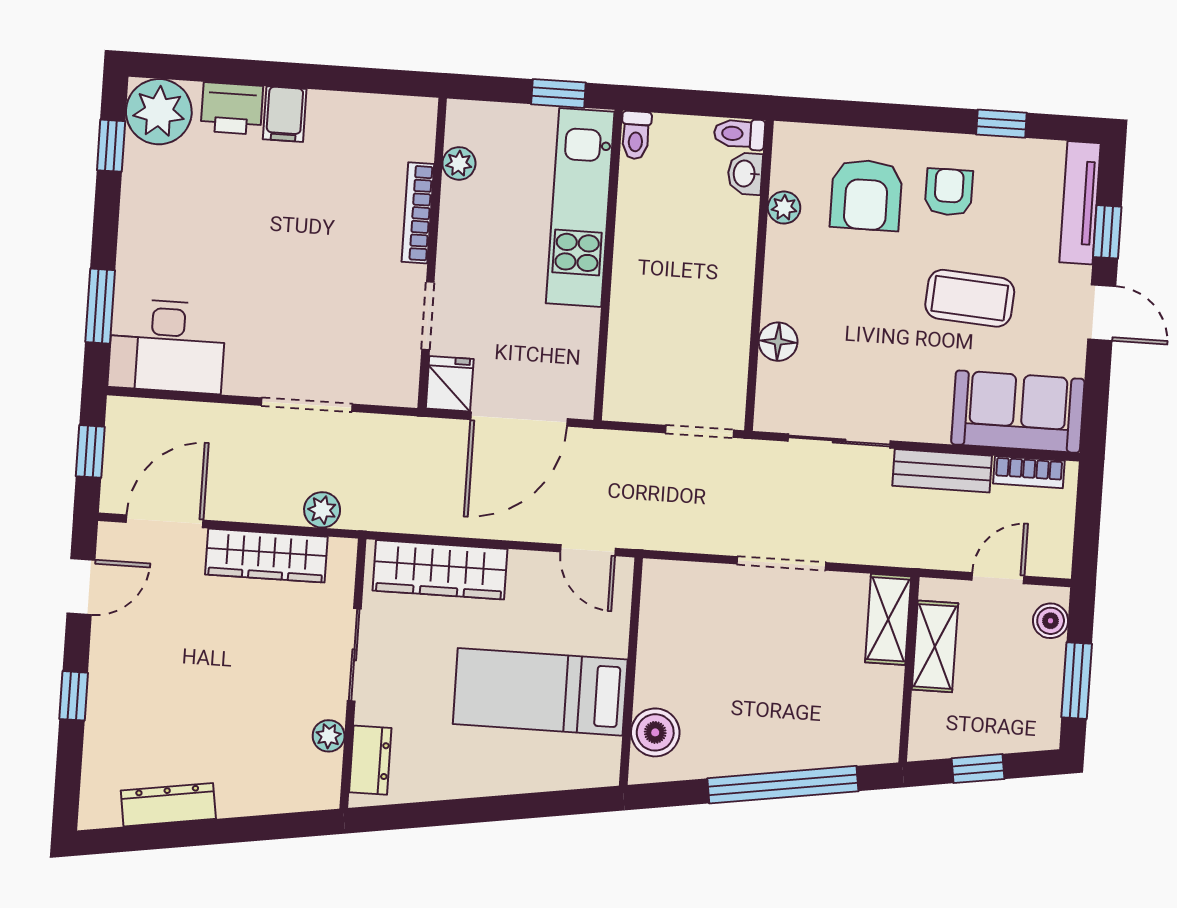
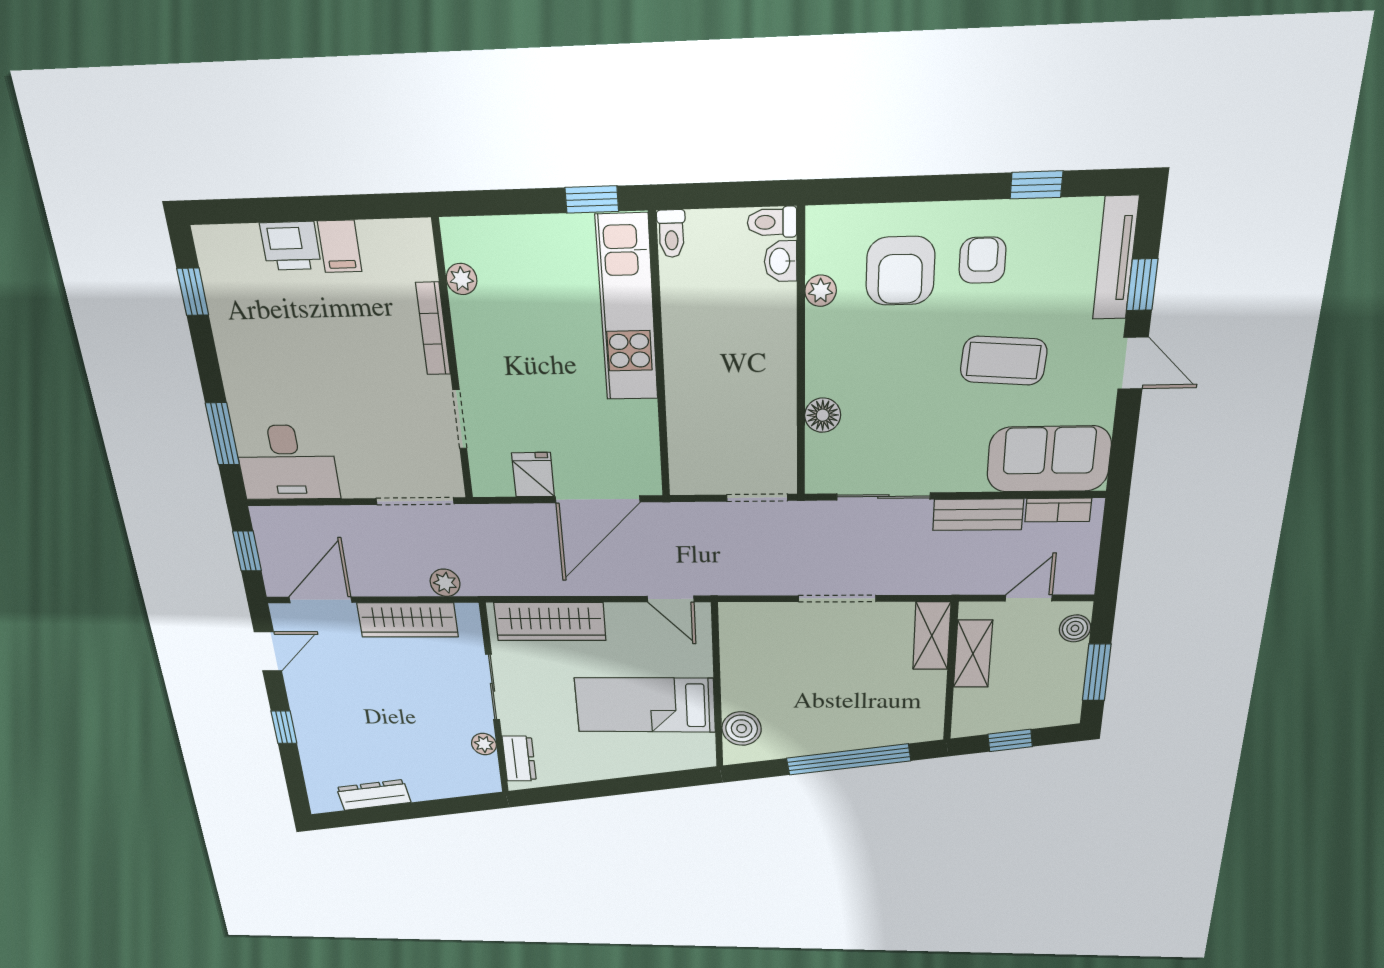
plant: (159, 112) -> (226, 256), removed
plant: (459, 163) -> (462, 279), moved
bookcase: (418, 213) -> (433, 329), moved
wall: (432, 253) -> (453, 364), moved
doorway: (428, 316) -> (460, 419), moved

